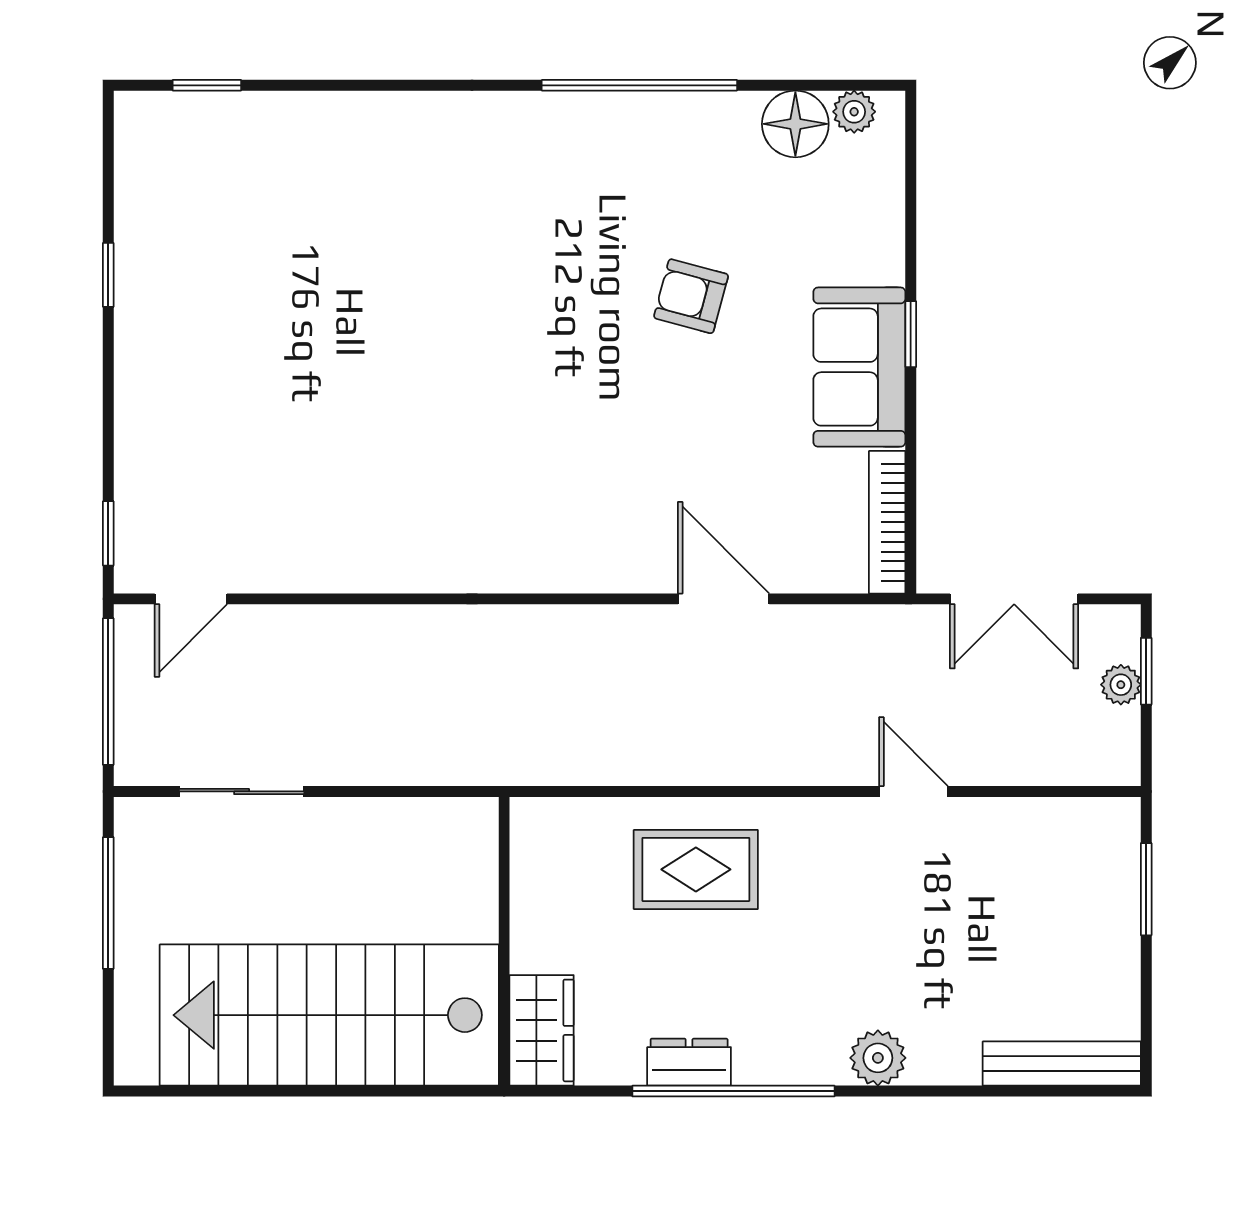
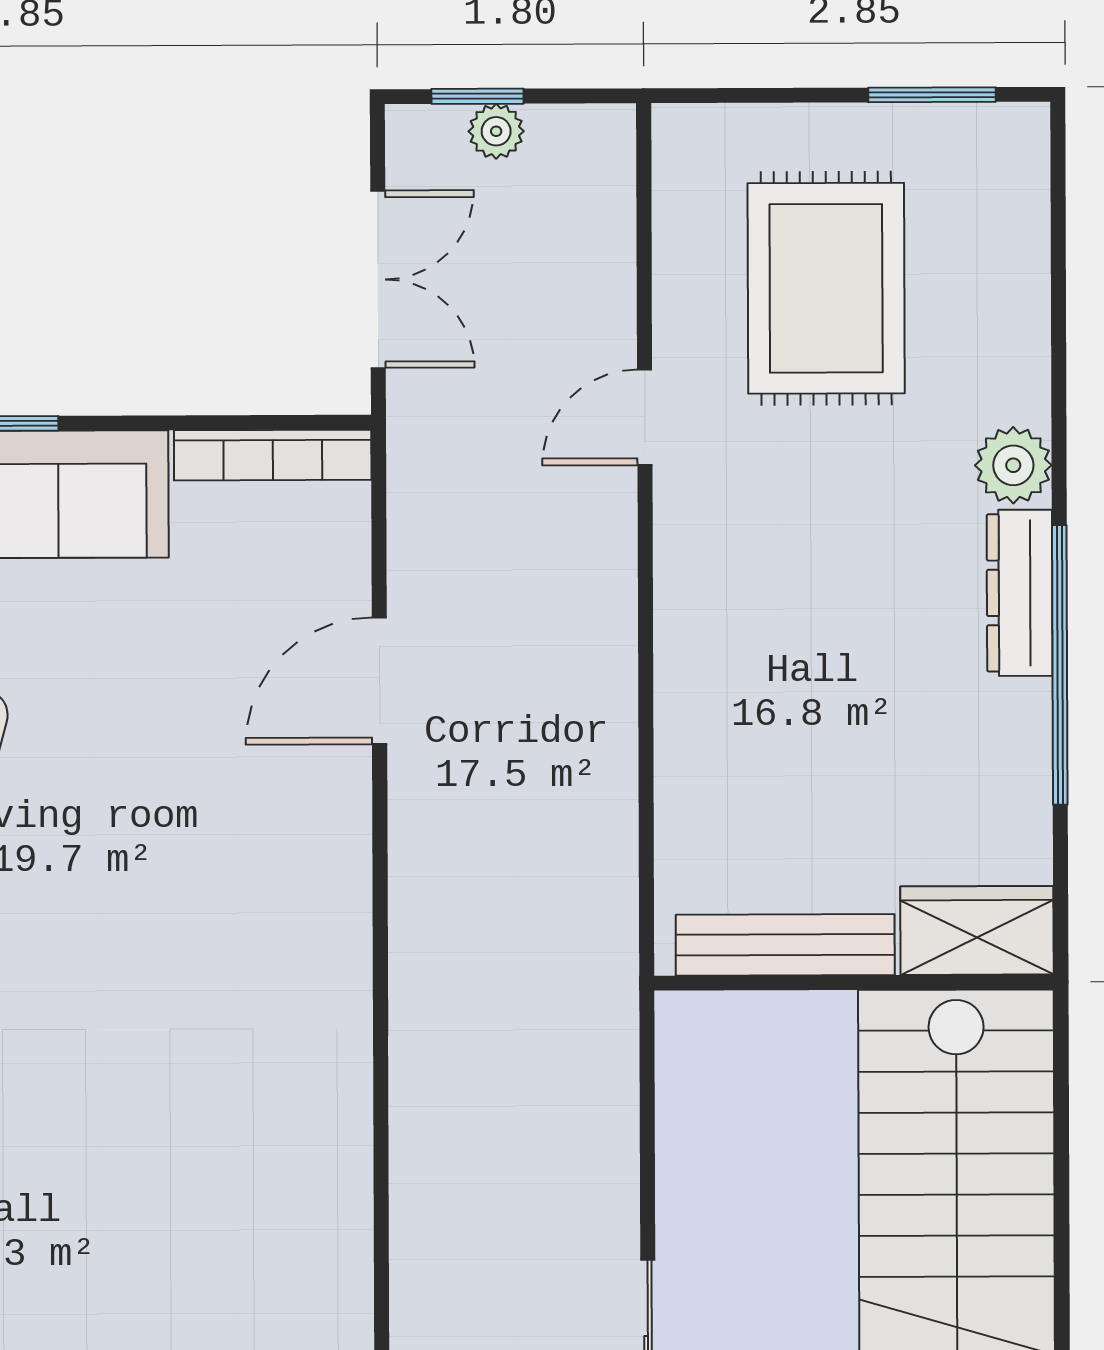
rug: (696, 869) -> (826, 288), moved, width x1.36, depth x1.43
window: (1146, 889) -> (932, 95), moved
dresser: (689, 1062) -> (1020, 593), moved, width x1.44
bench: (1062, 1064) -> (785, 945), moved, turned 90

